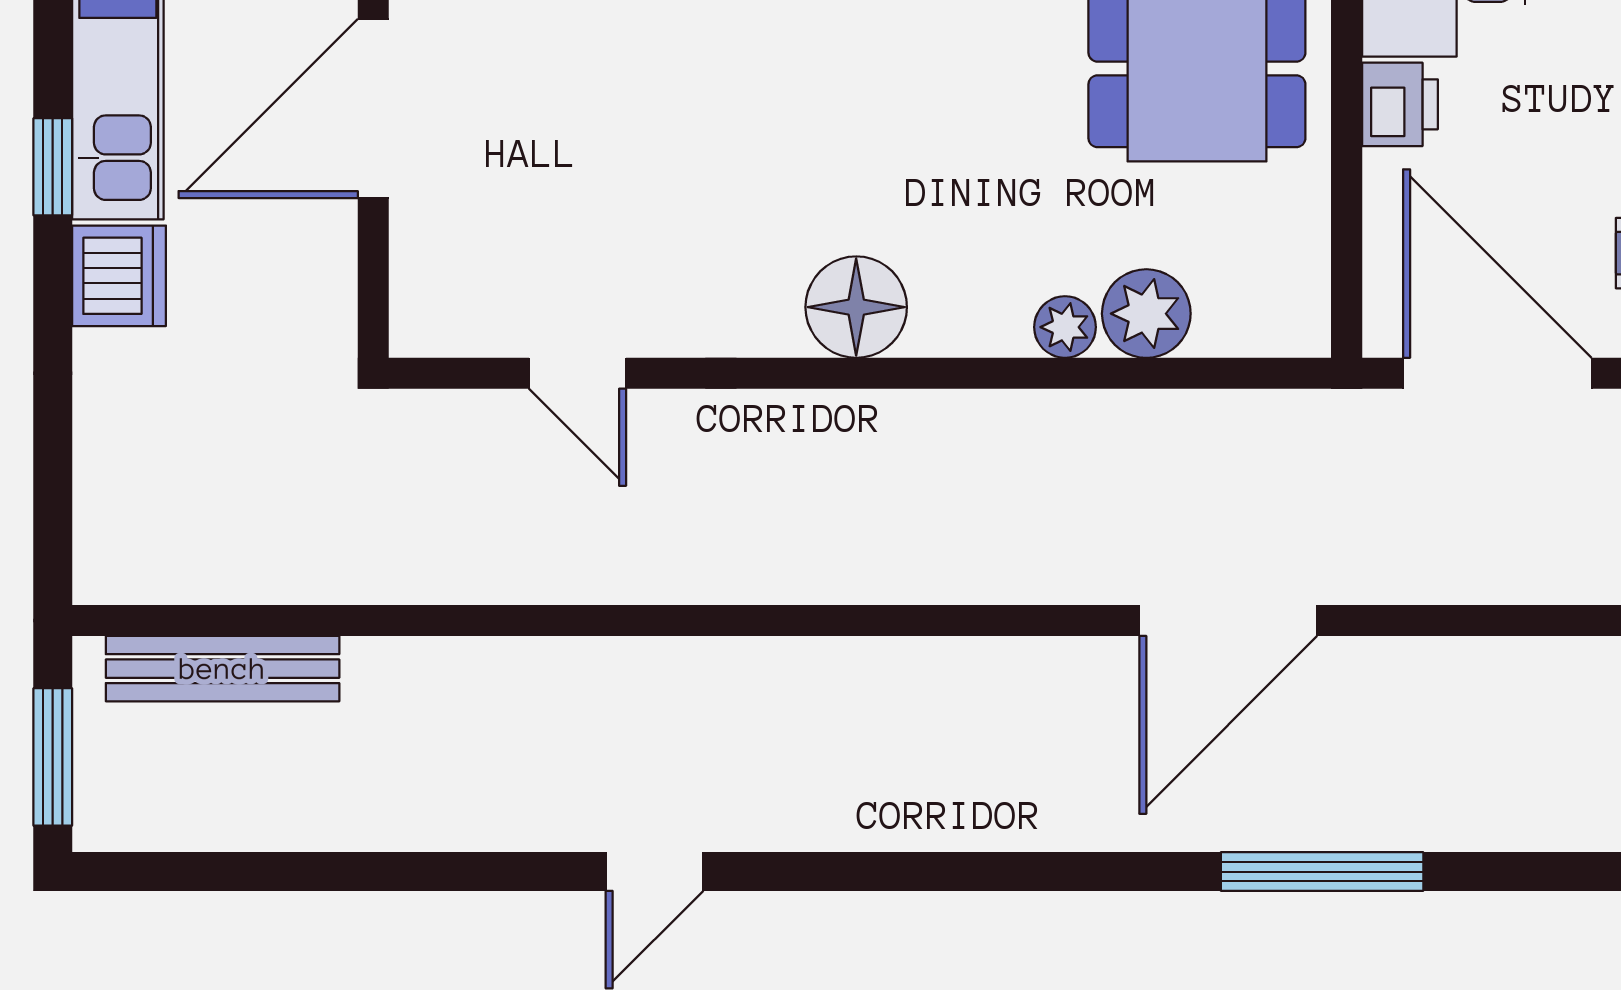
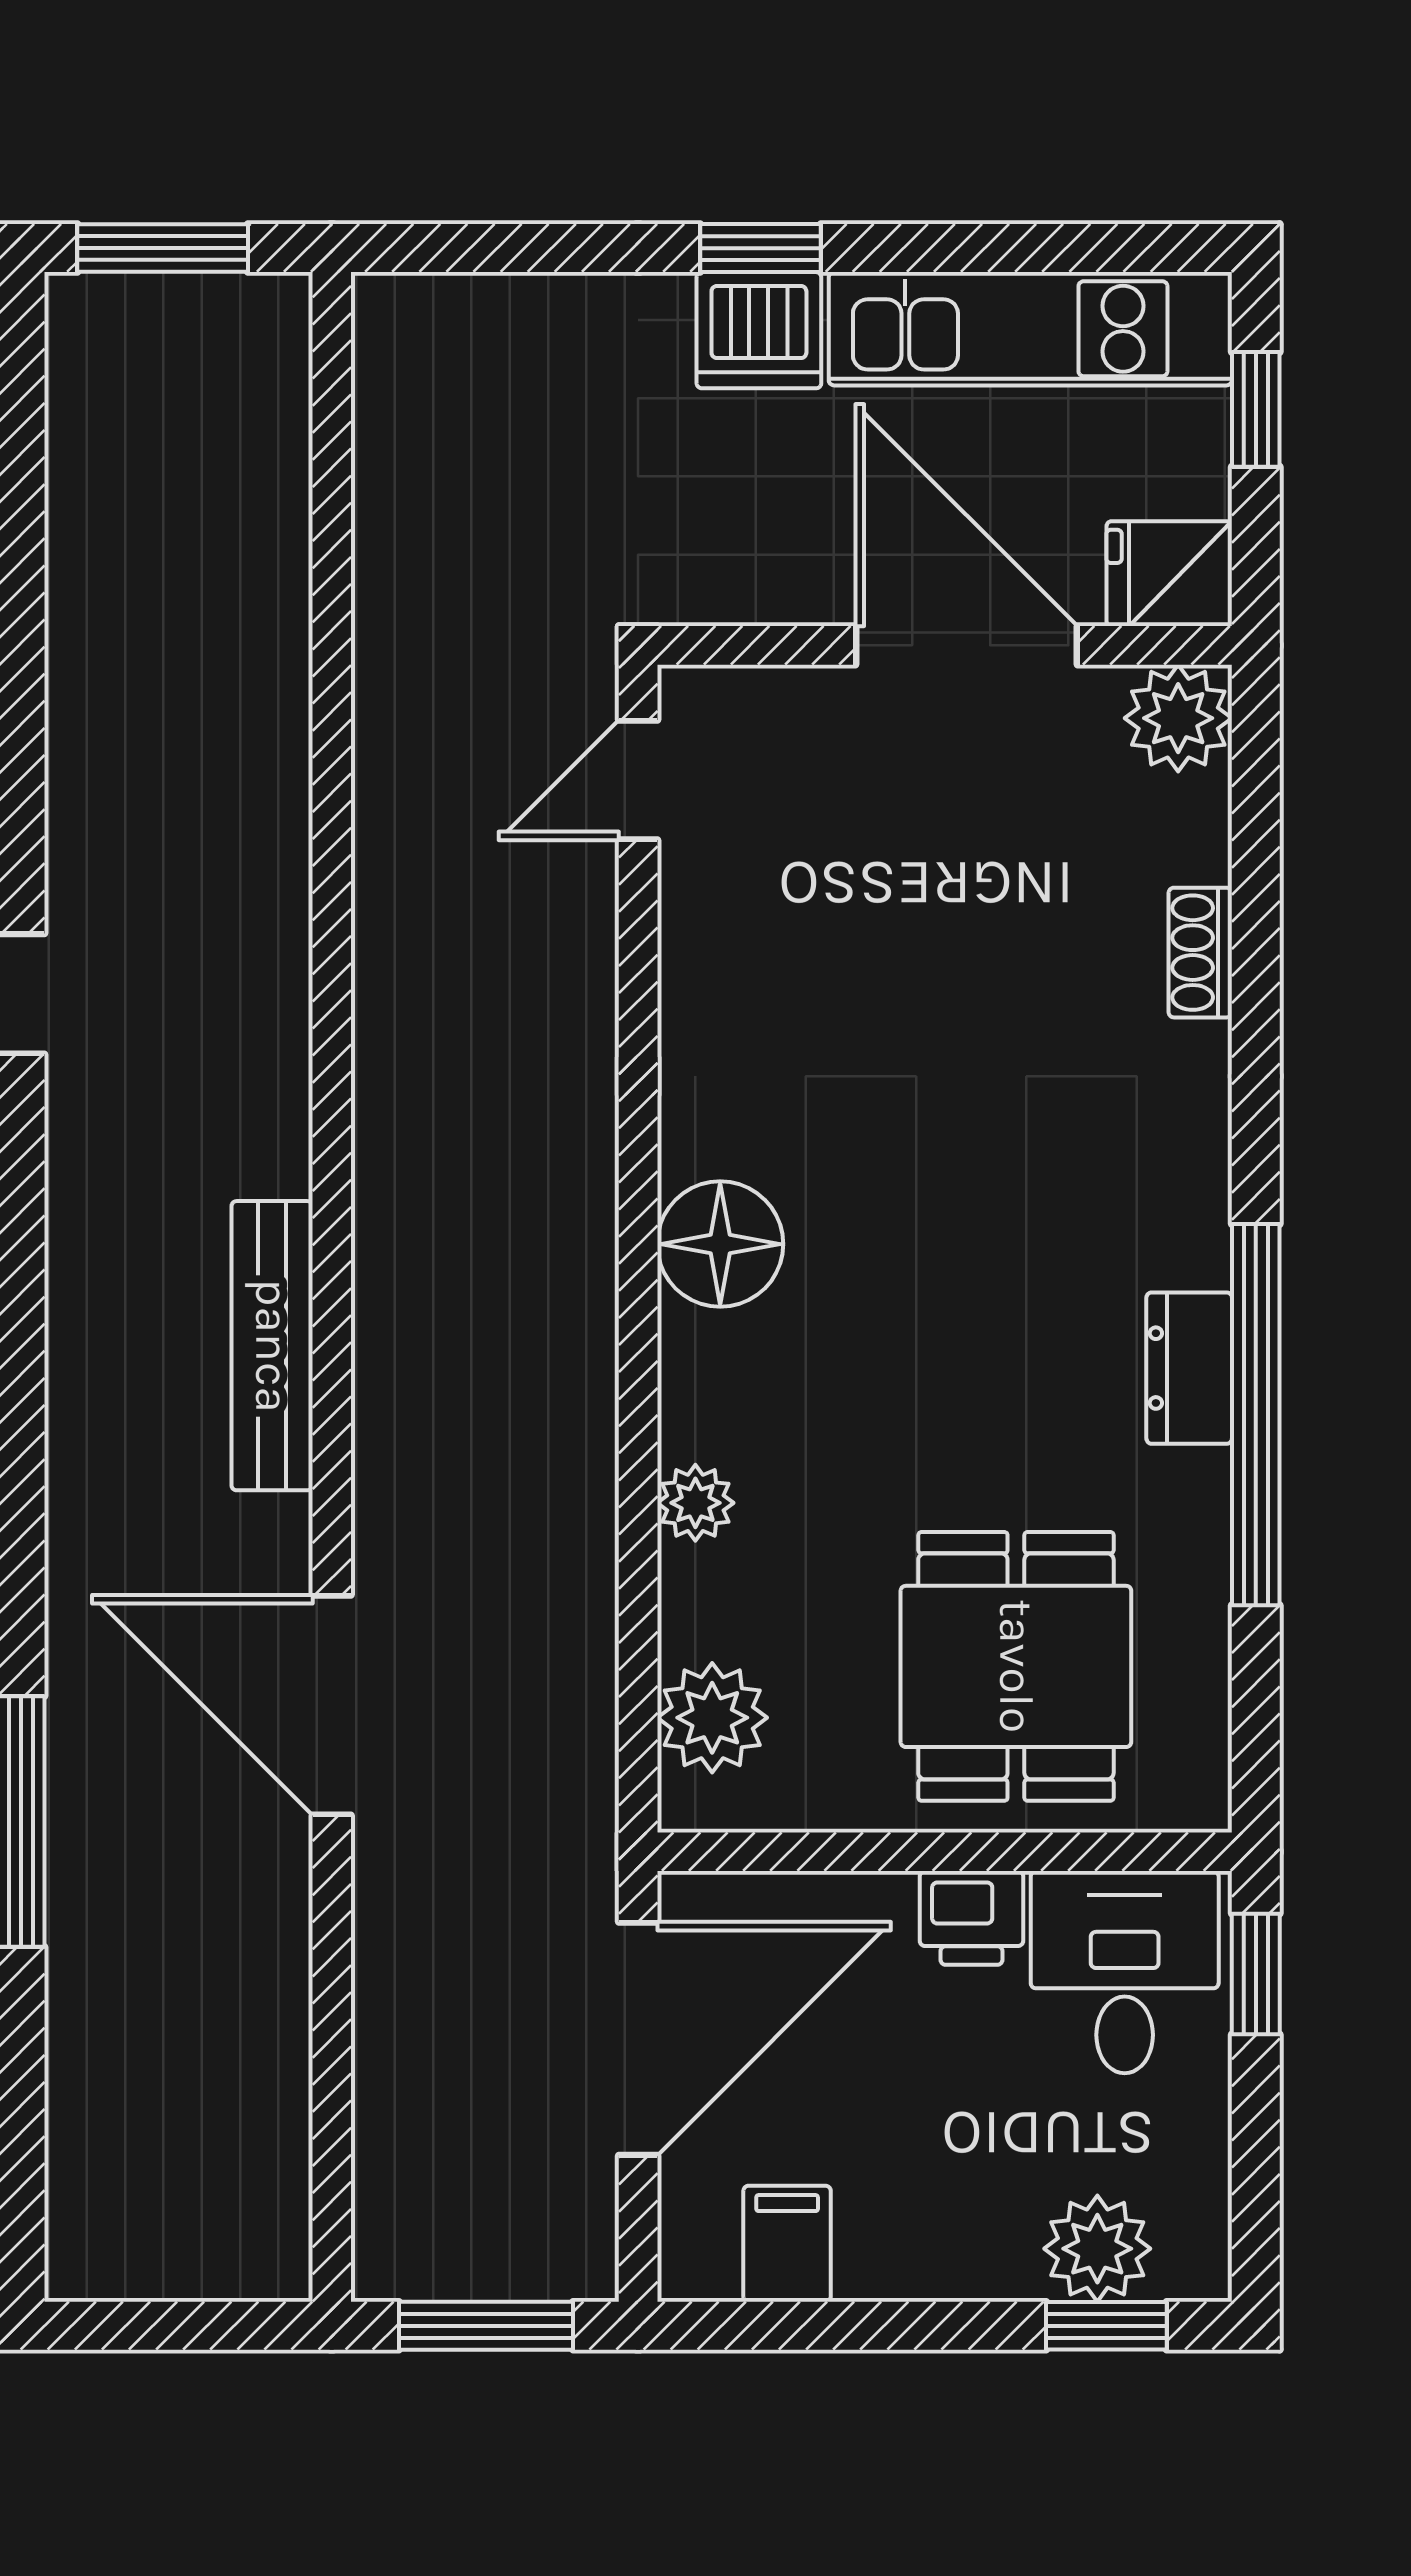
window: (53, 167) -> (760, 248), moved
plant: (1146, 314) -> (712, 1718), moved
door: (577, 373) -> (638, 780), moved
bench: (223, 669) -> (272, 1346), moved

